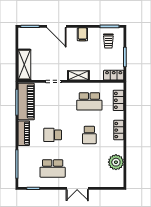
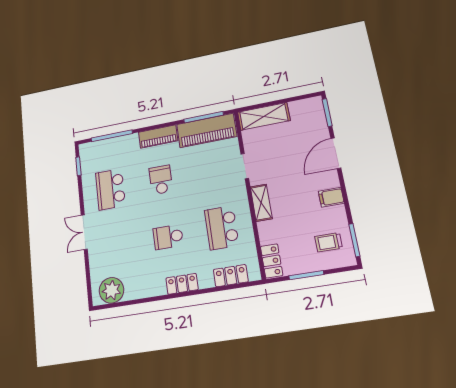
plant: (116, 162) -> (111, 290), moved

